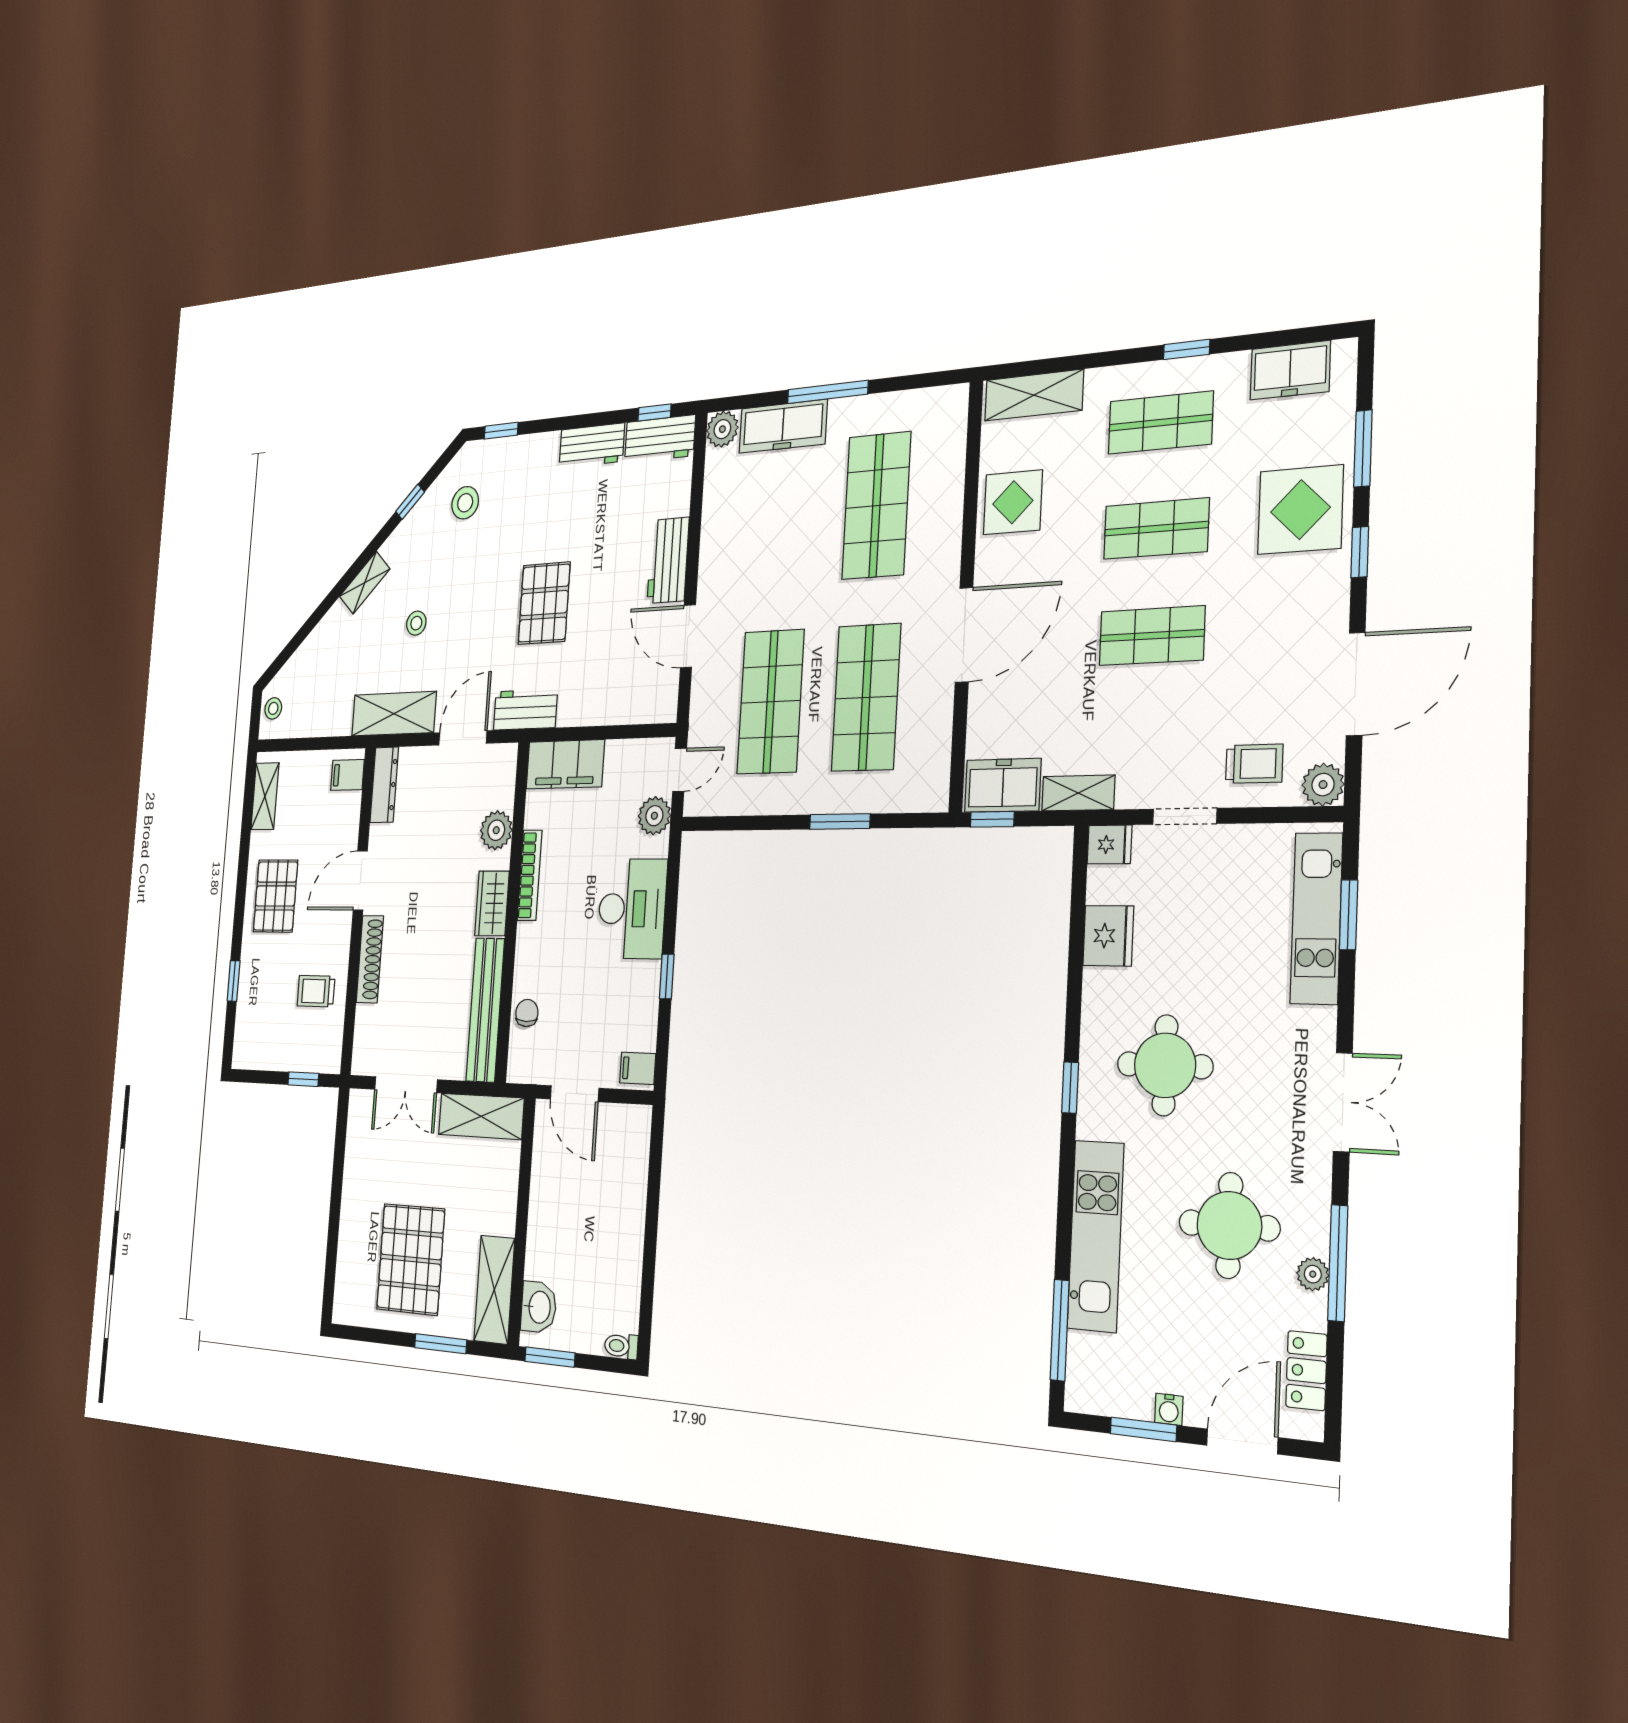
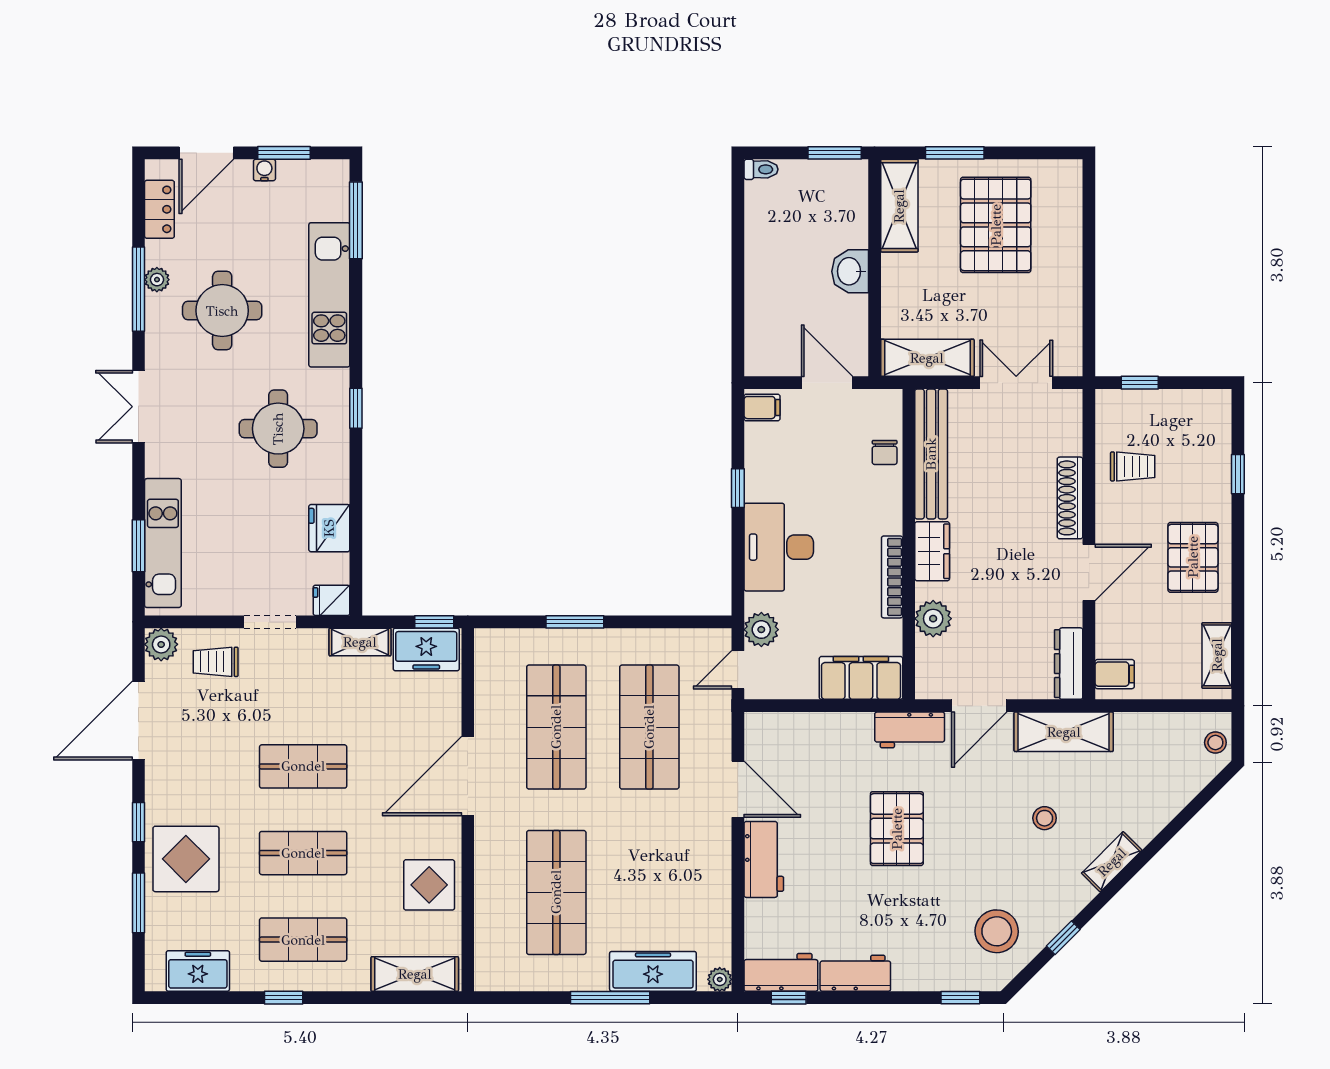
plant: (722, 429) -> (720, 979), width x0.73, depth x0.73
stool: (465, 503) -> (997, 931), width x1.38, depth x1.38
washbasin: (539, 1307) -> (850, 271), moved

